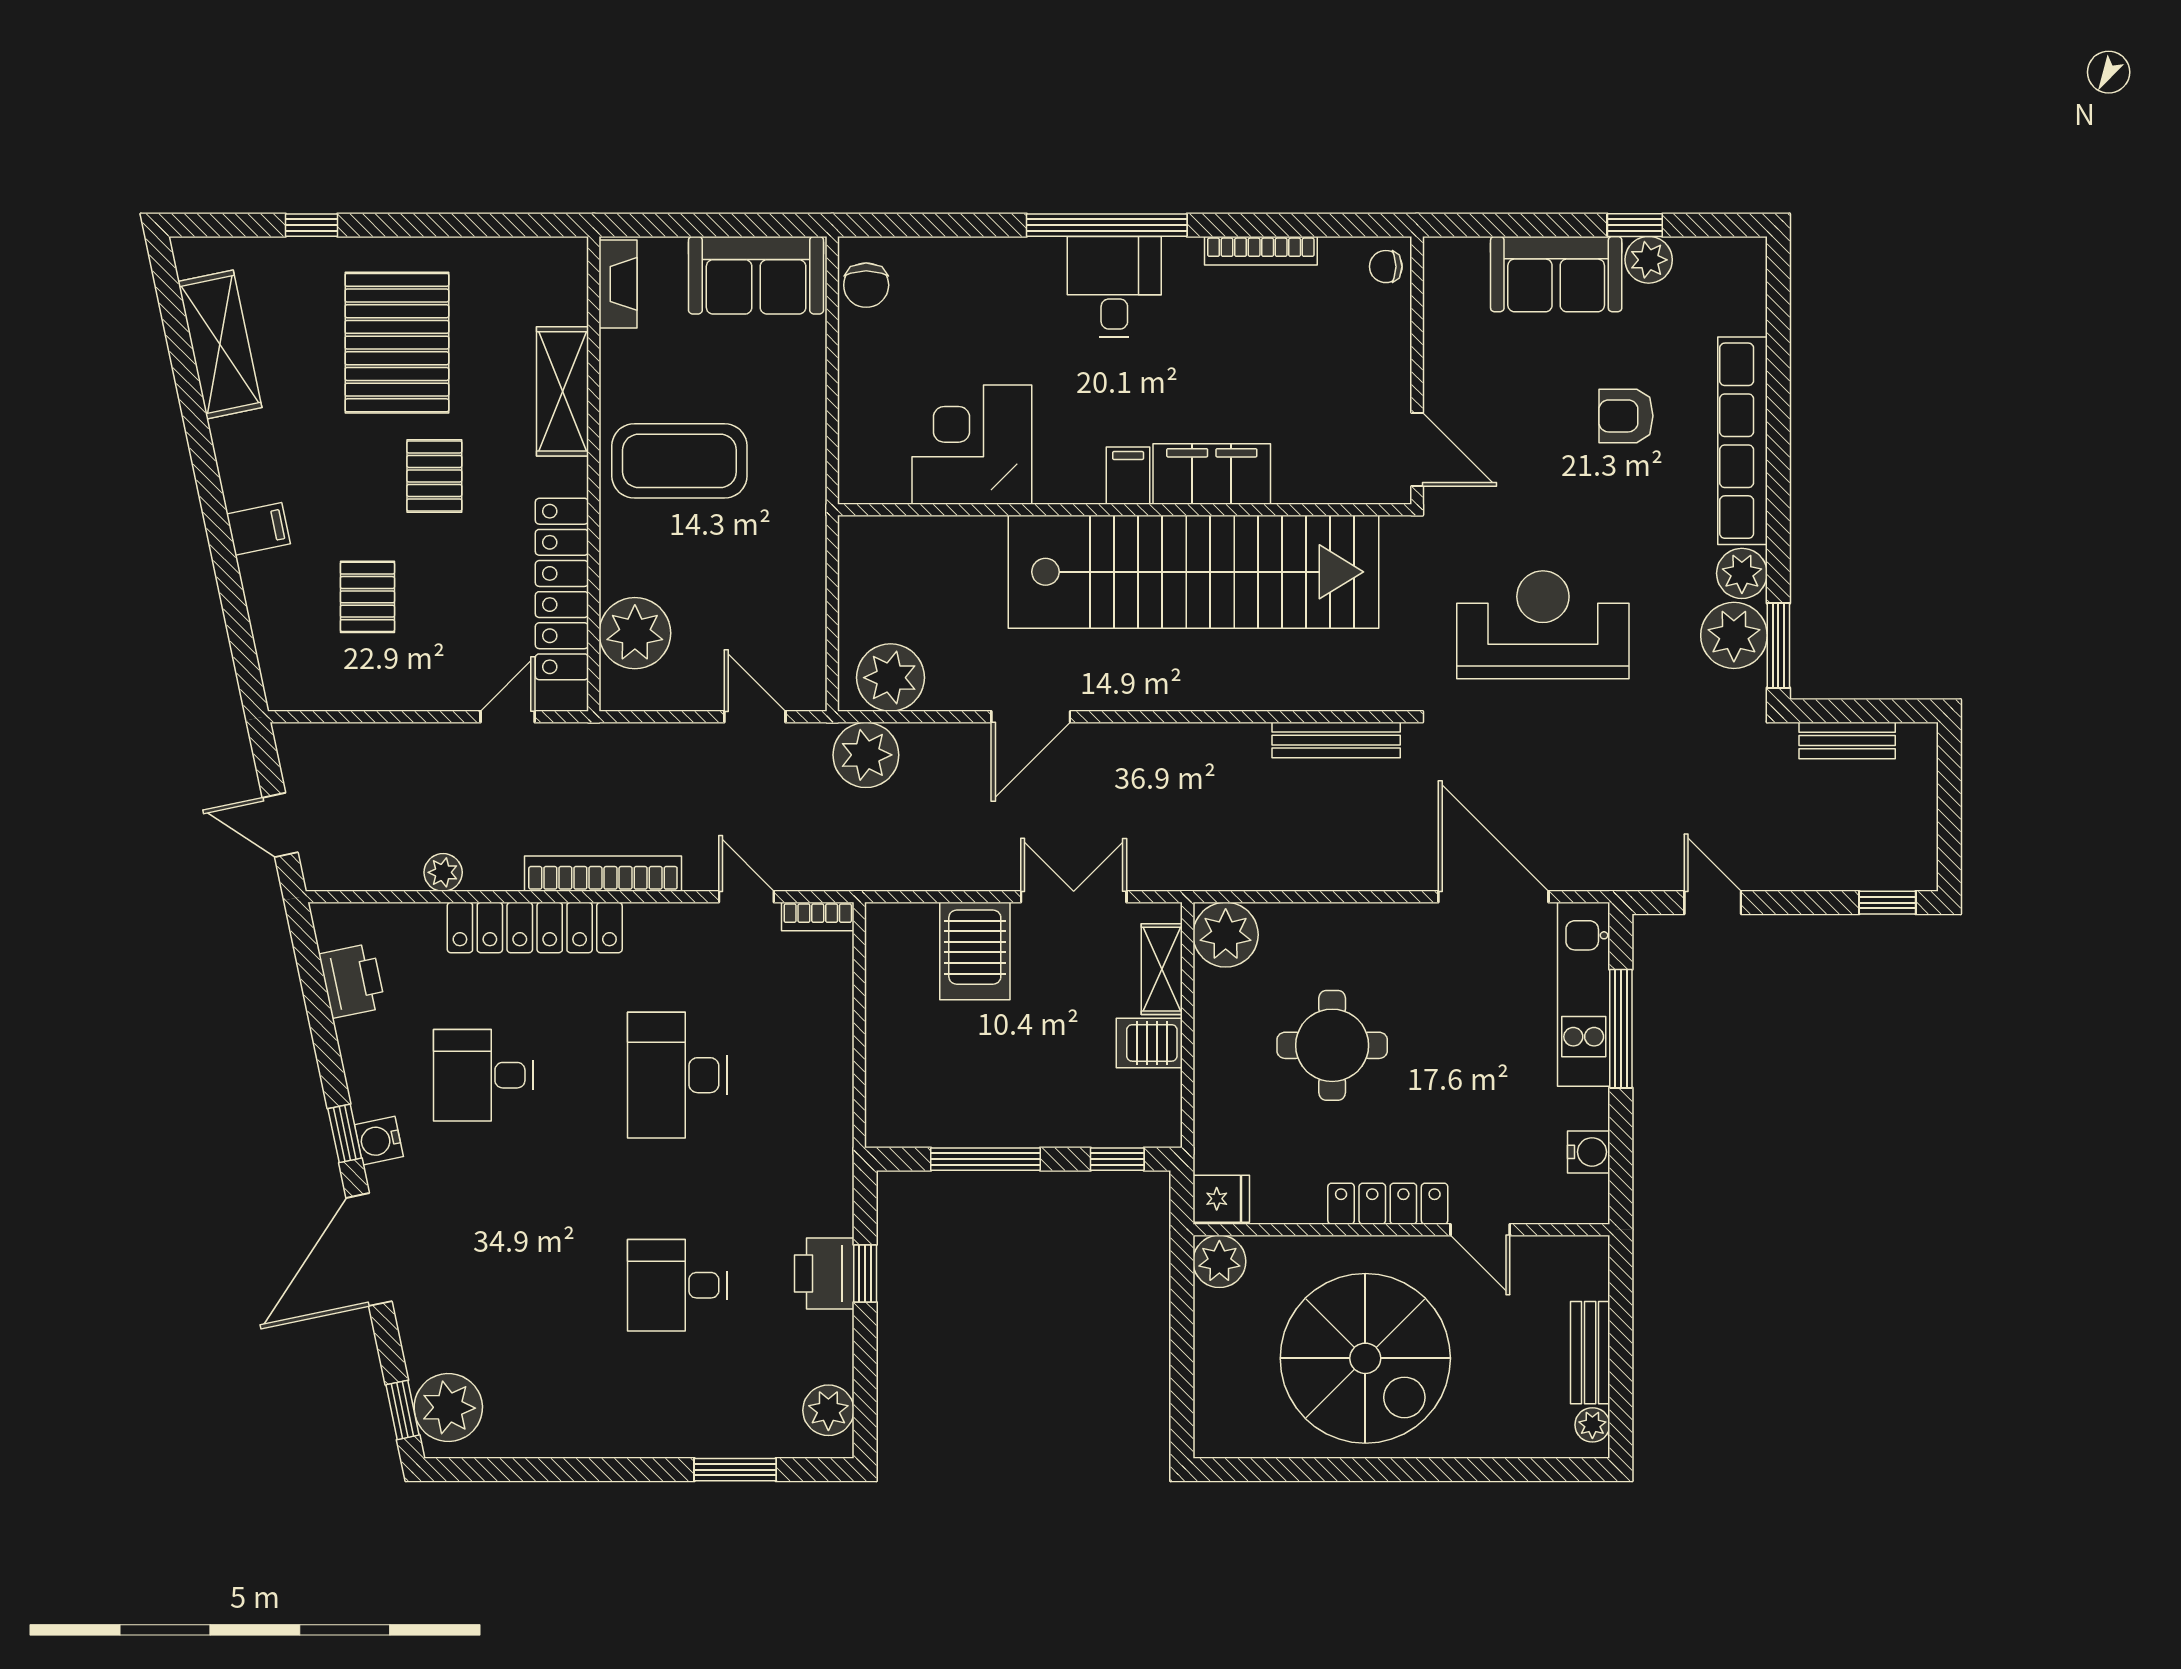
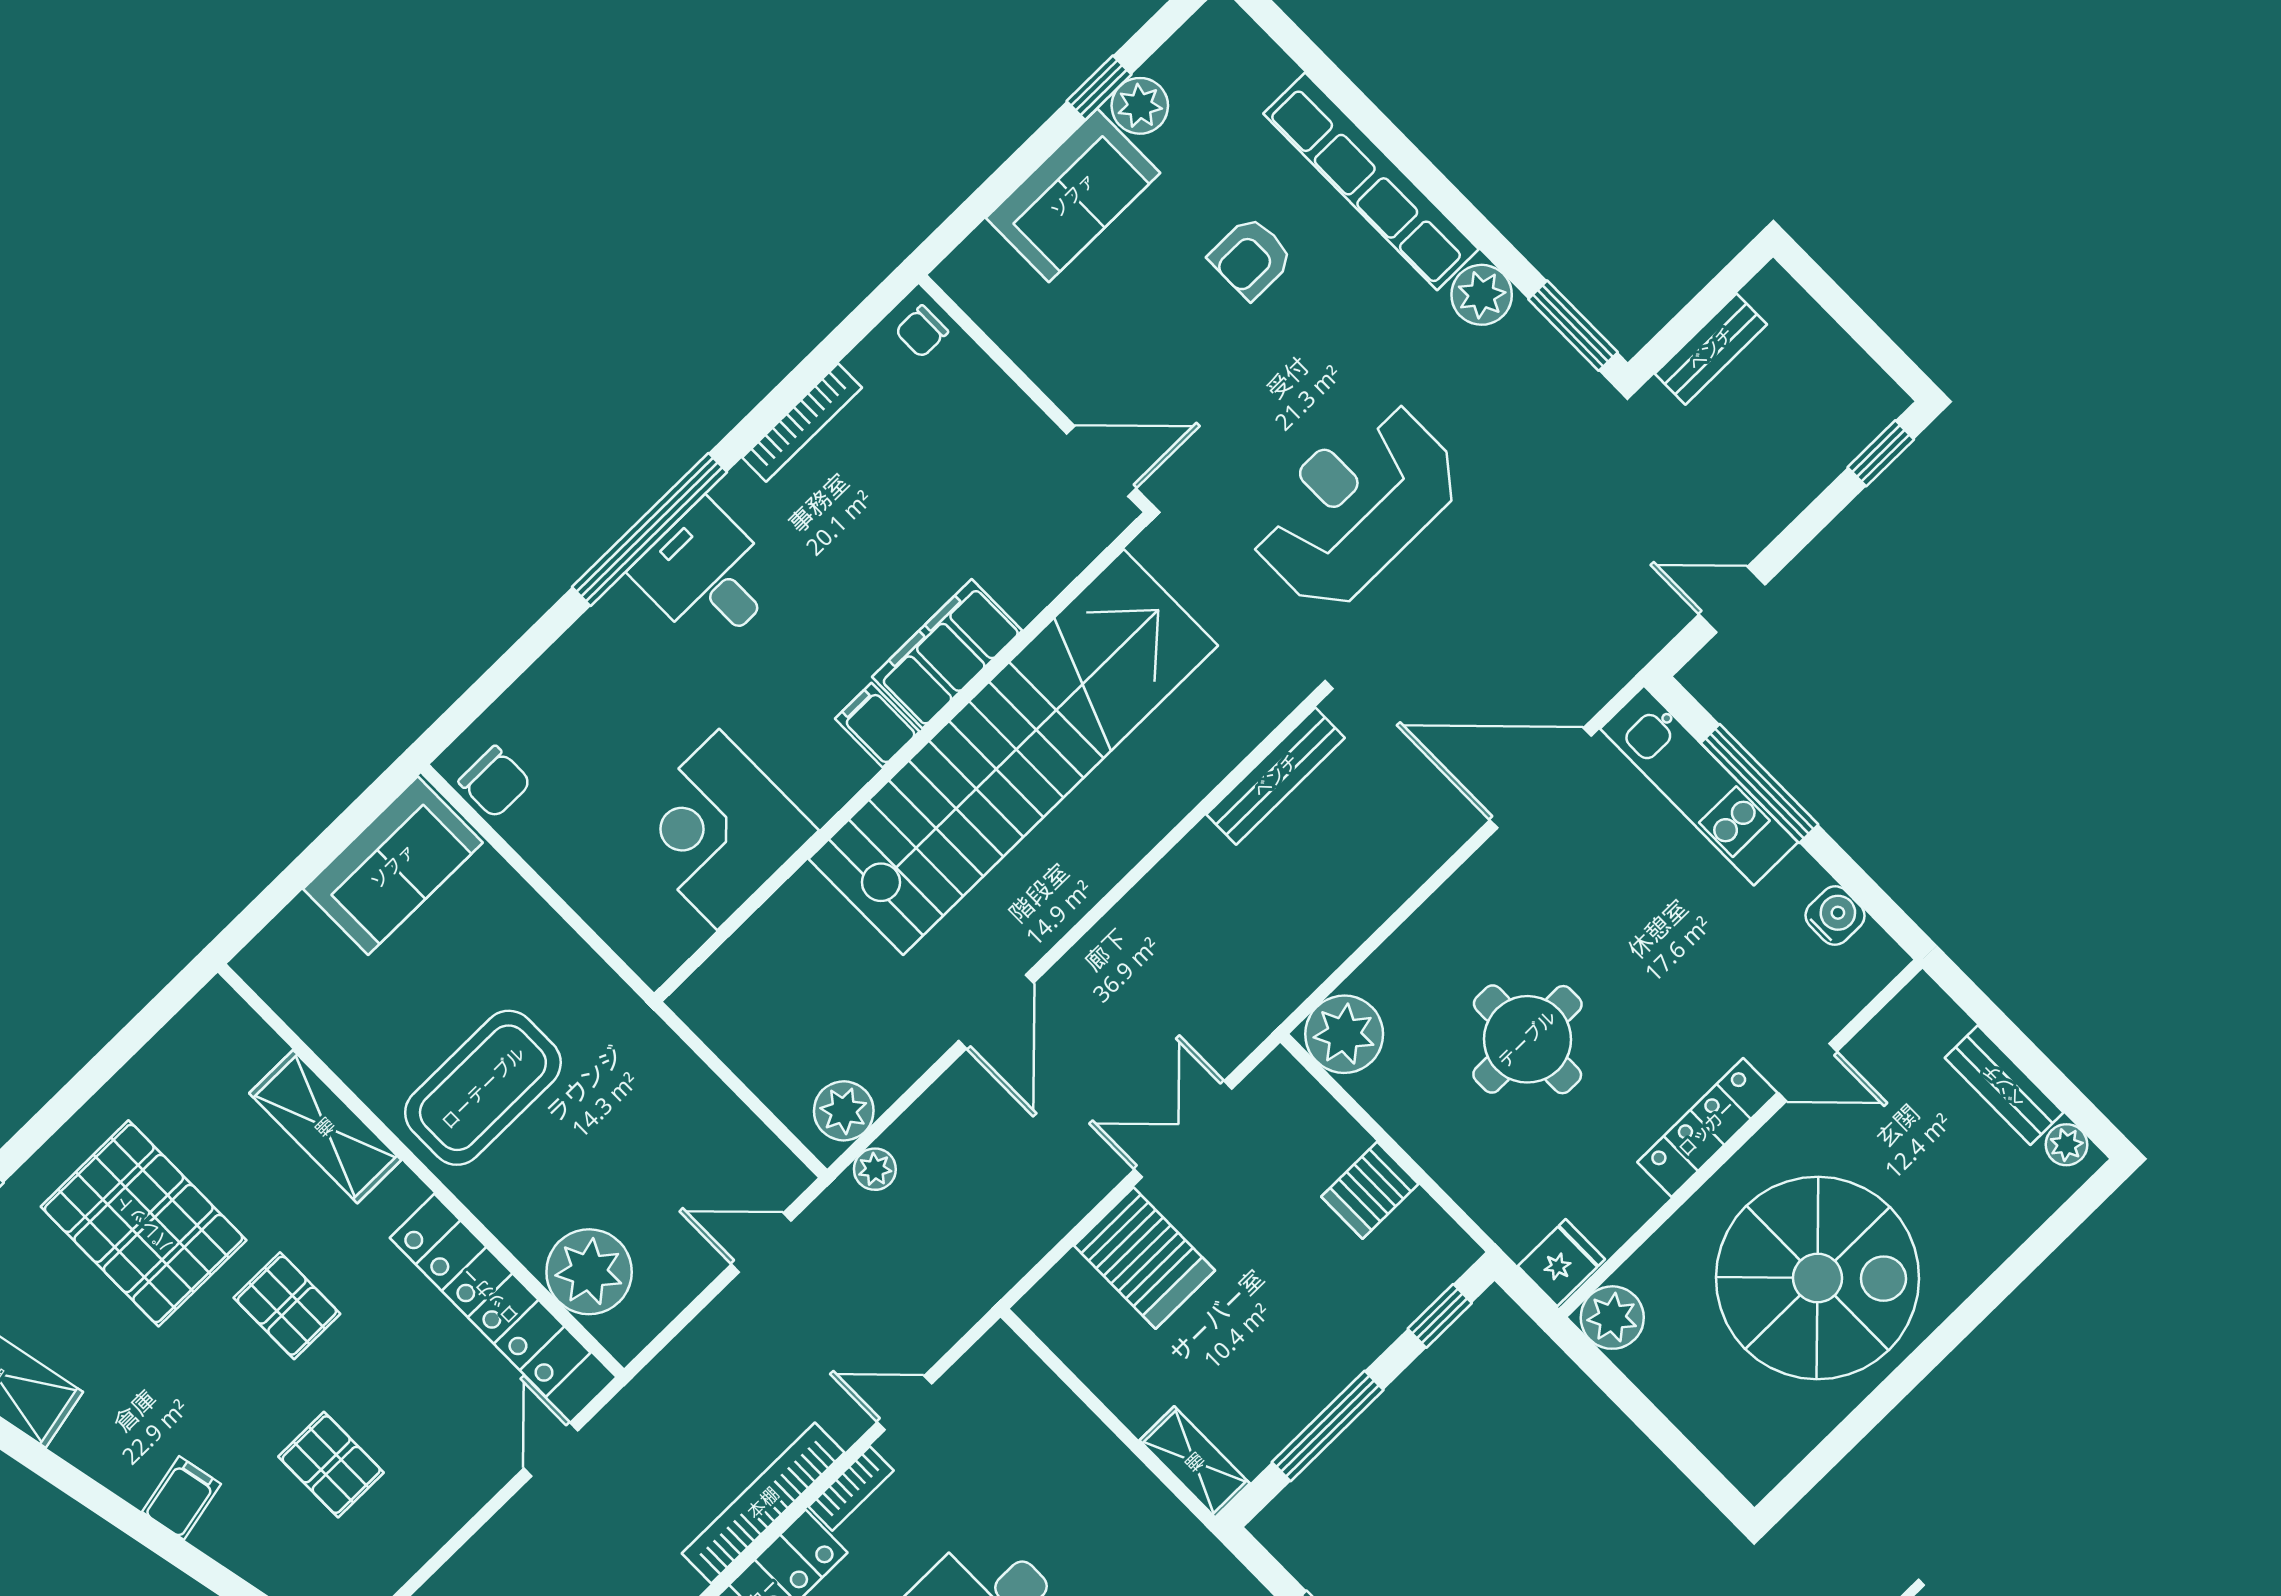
fireplace: (618, 284) -> (283, 989), removed
plant: (1734, 635) -> (1527, 354), removed
plant: (891, 678) -> (844, 1111), width x0.73, depth x0.73
plant: (866, 755) -> (875, 1169), width x0.53, depth x0.53
bookcase: (818, 917) -> (851, 1489), moved
shelving: (1162, 969) -> (1195, 1462), moved

